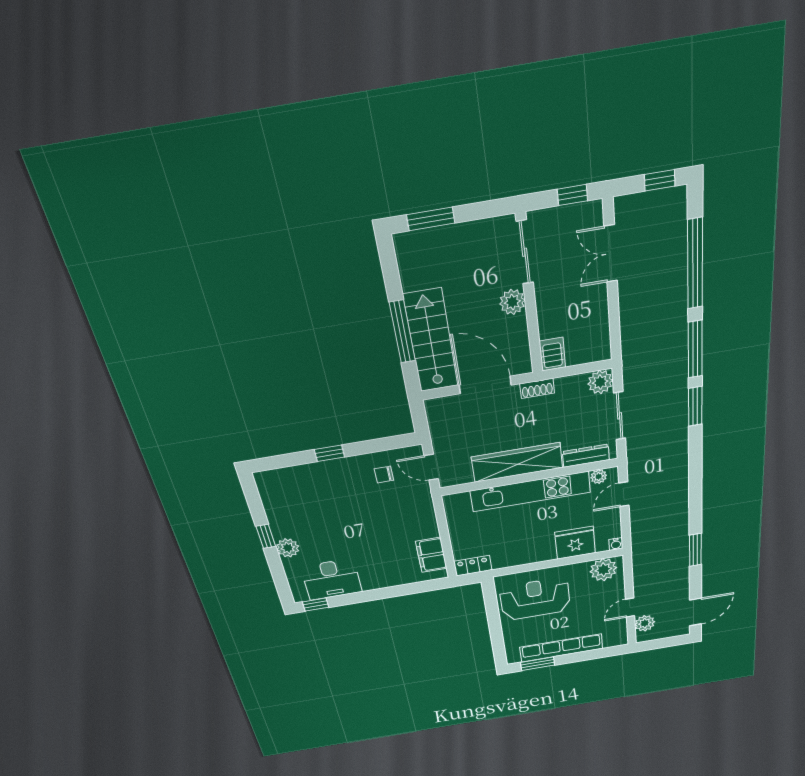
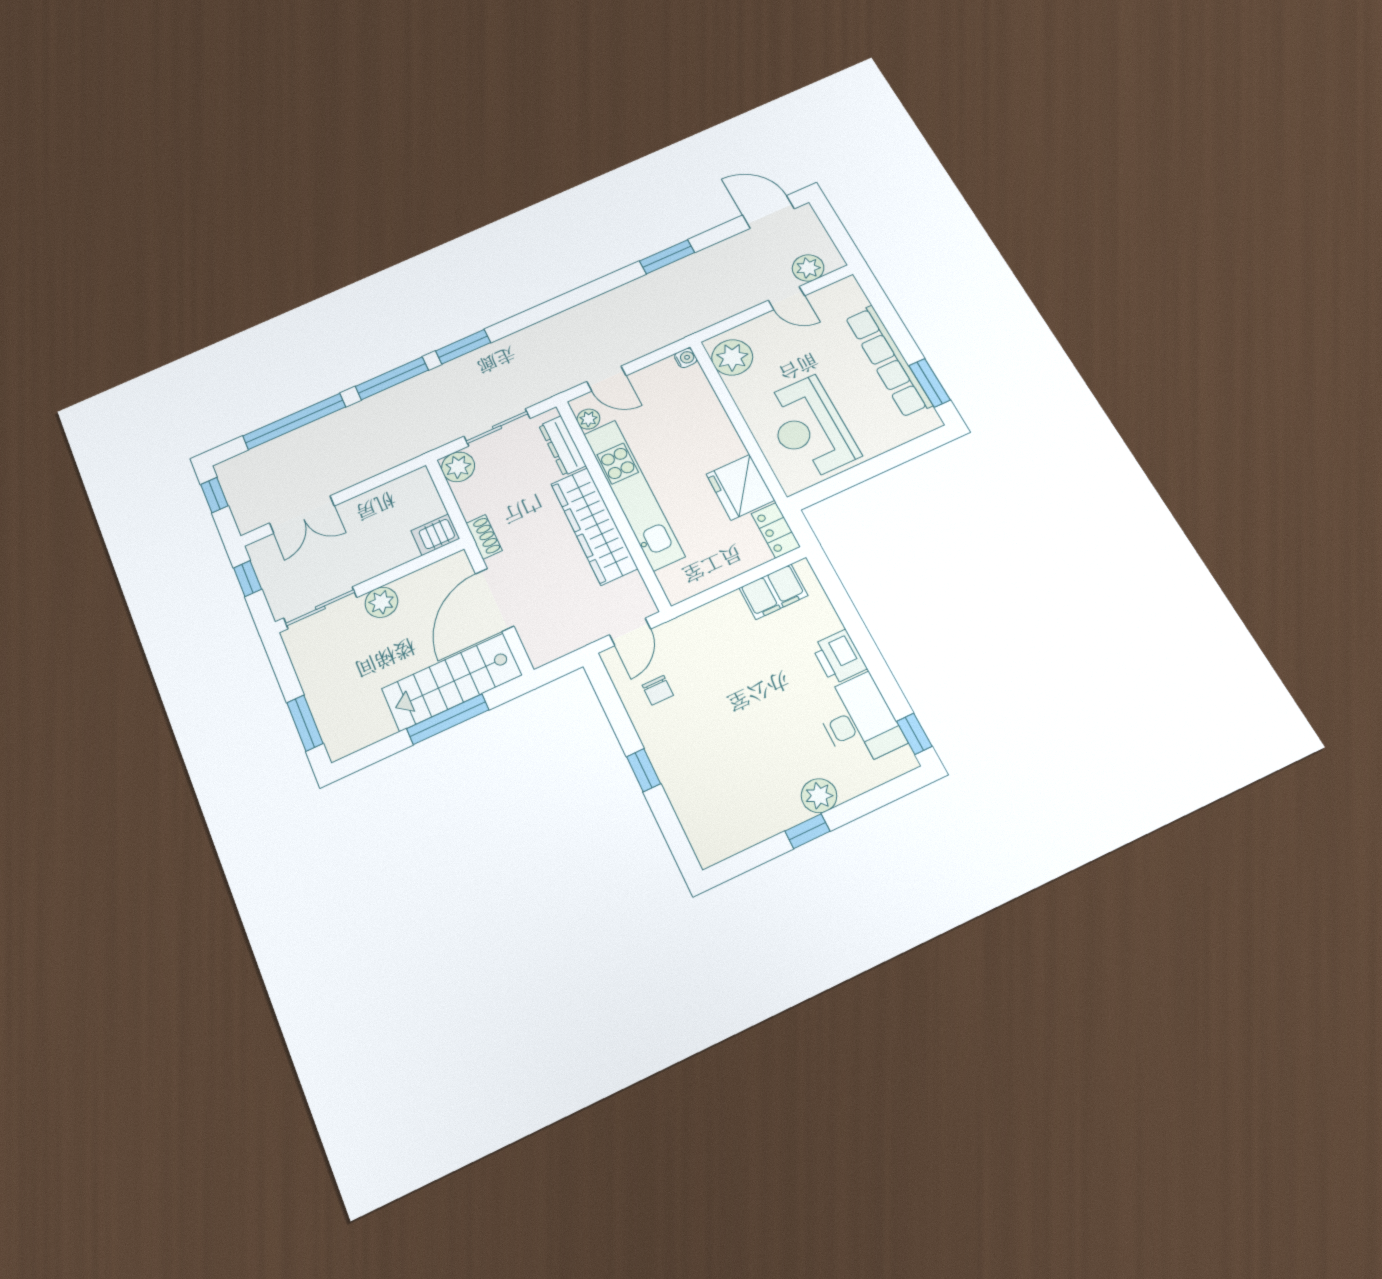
fridge: (575, 543) -> (740, 487), moved
printer: (376, 579) -> (839, 657), added

